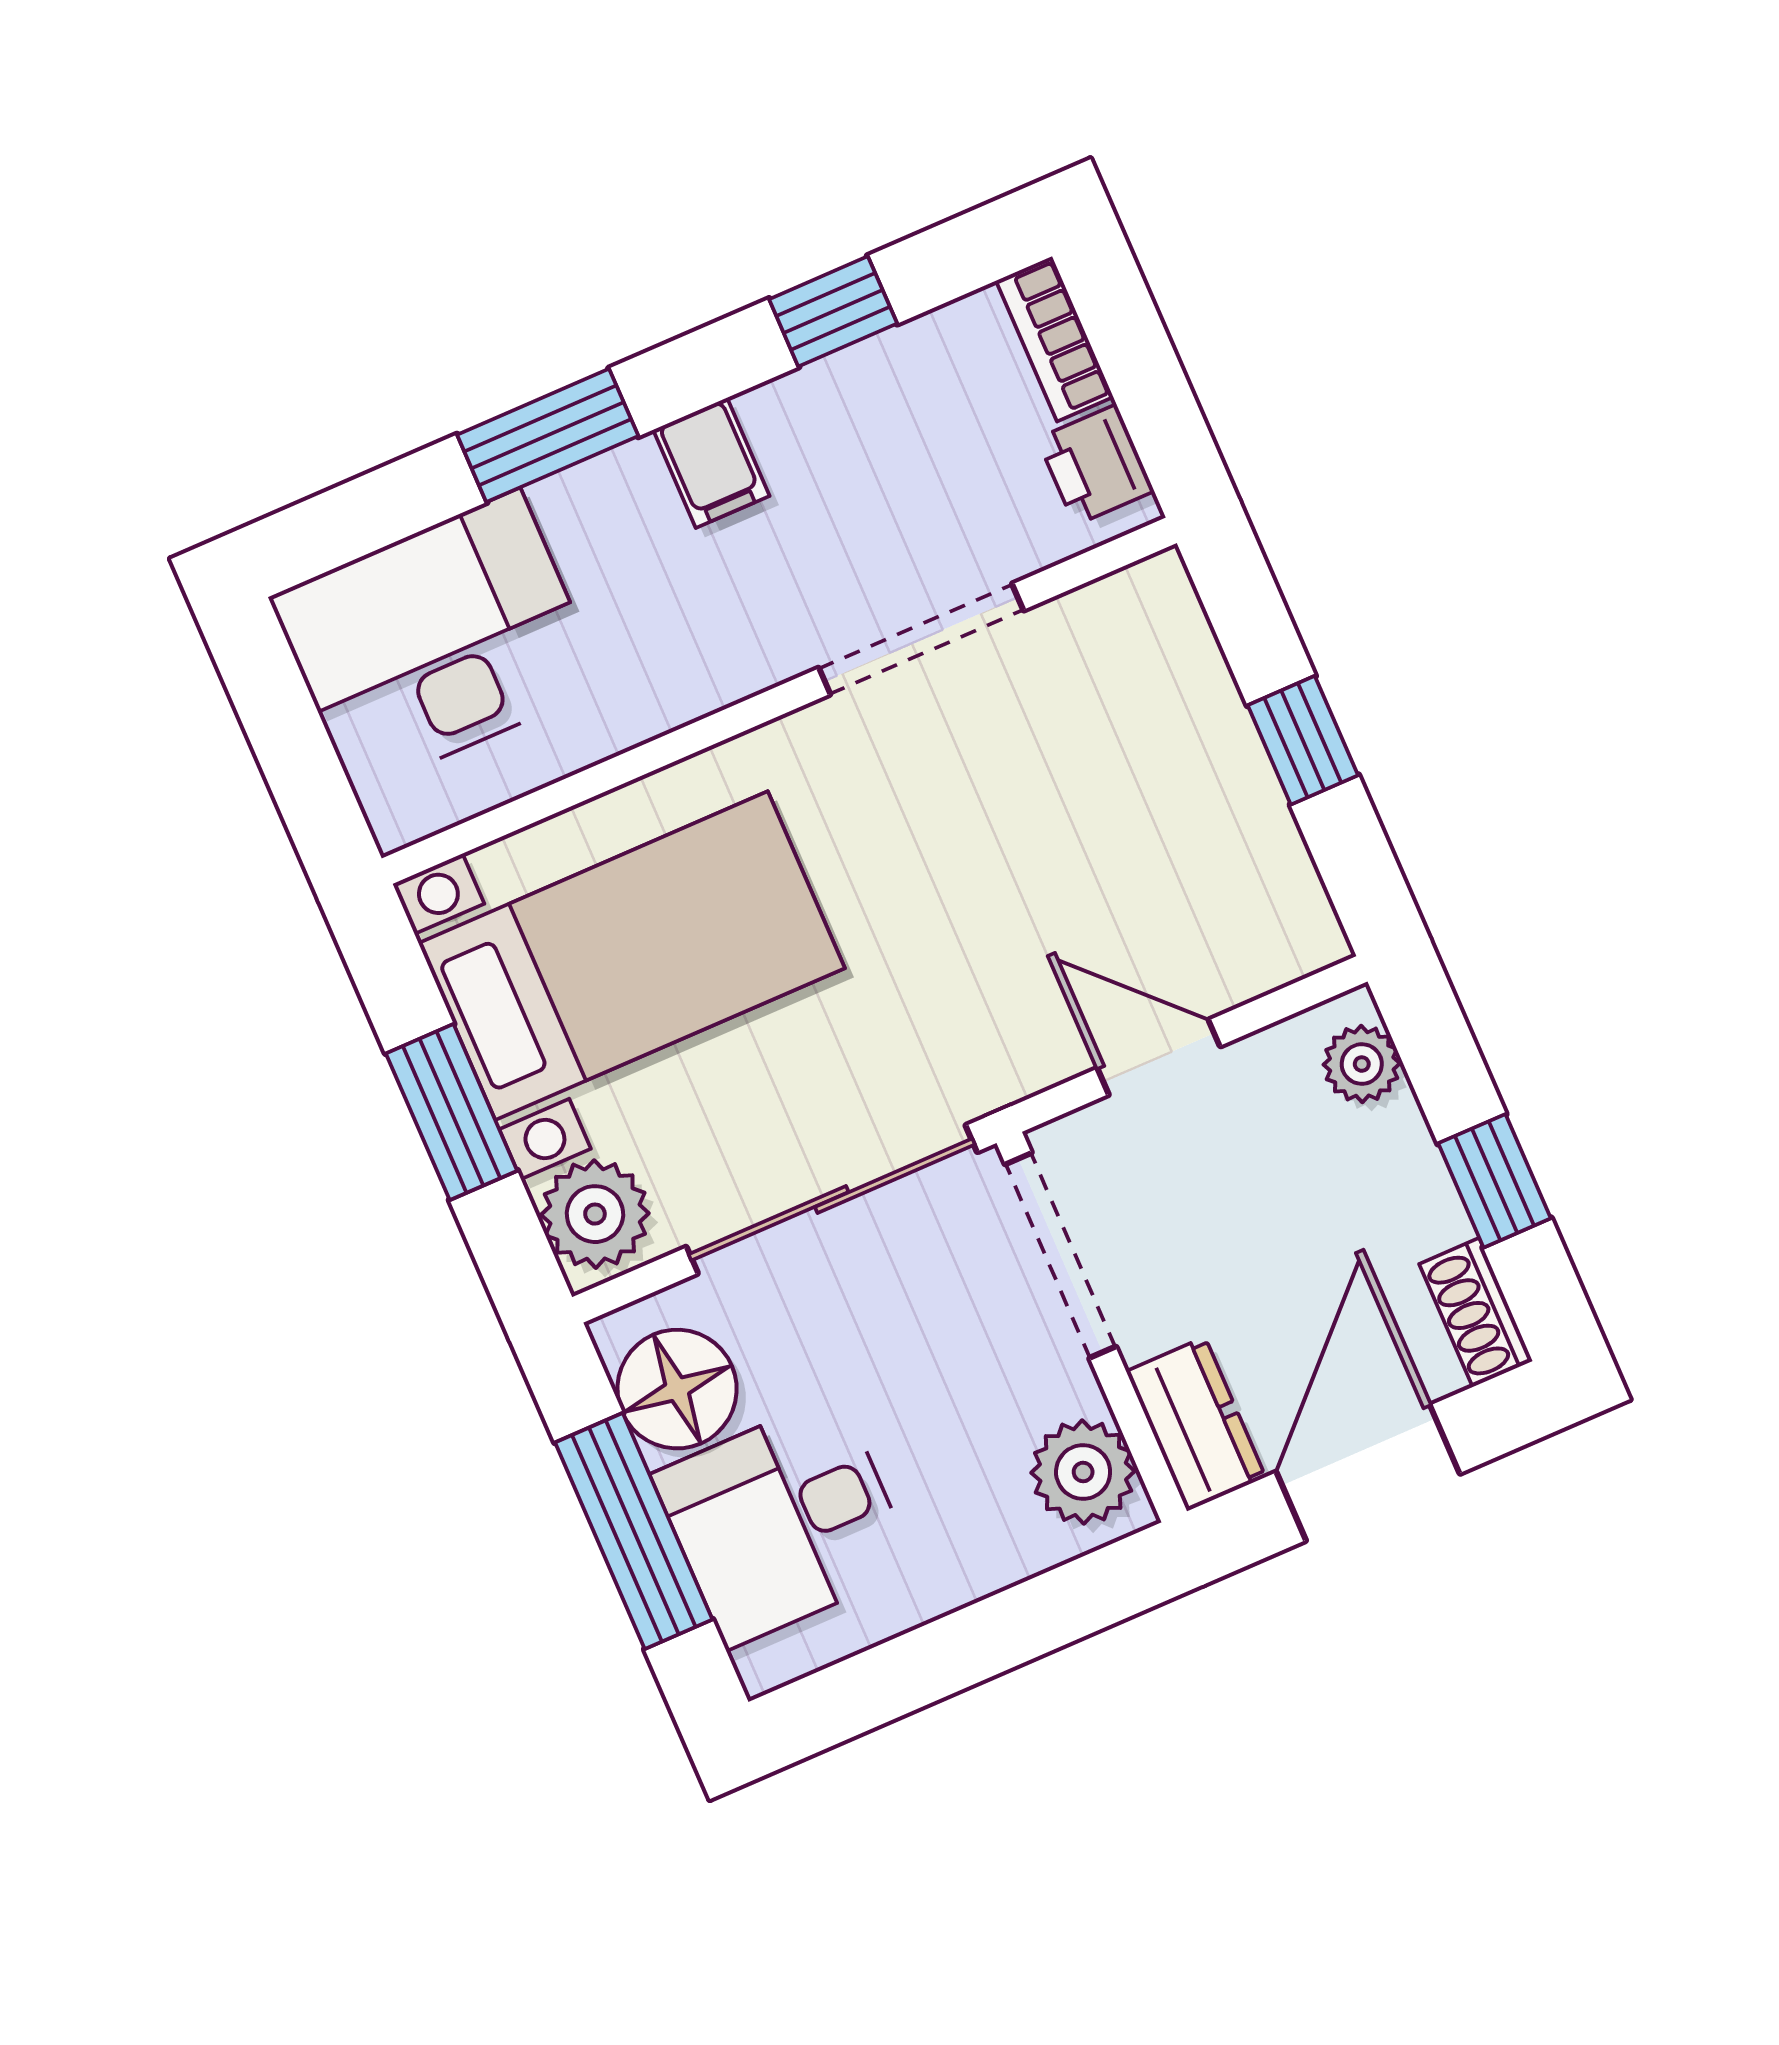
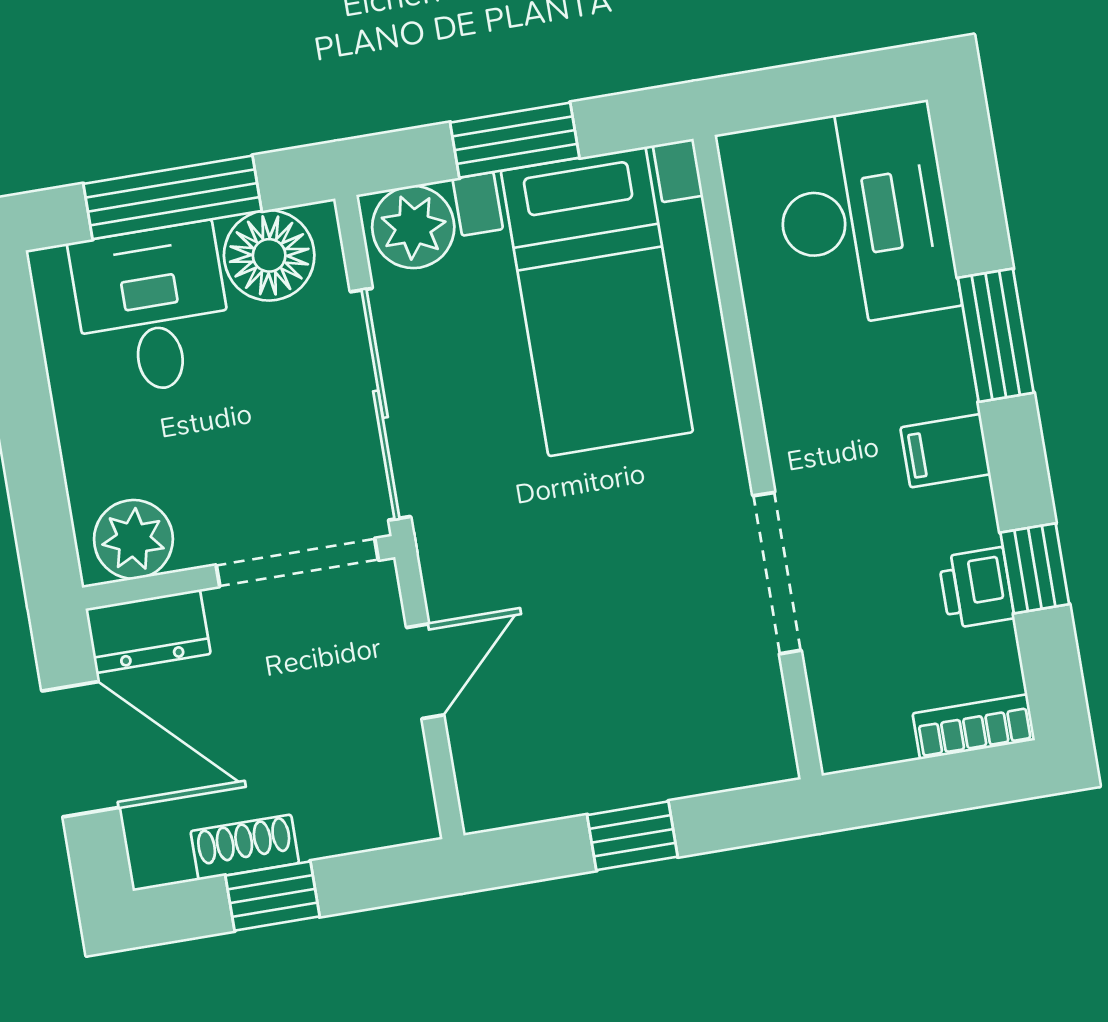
printer: (1096, 465) -> (976, 588), moved, turned -90
plant: (1362, 1064) -> (383, 820), removed
shoe rack: (1476, 1312) -> (245, 847), moved

